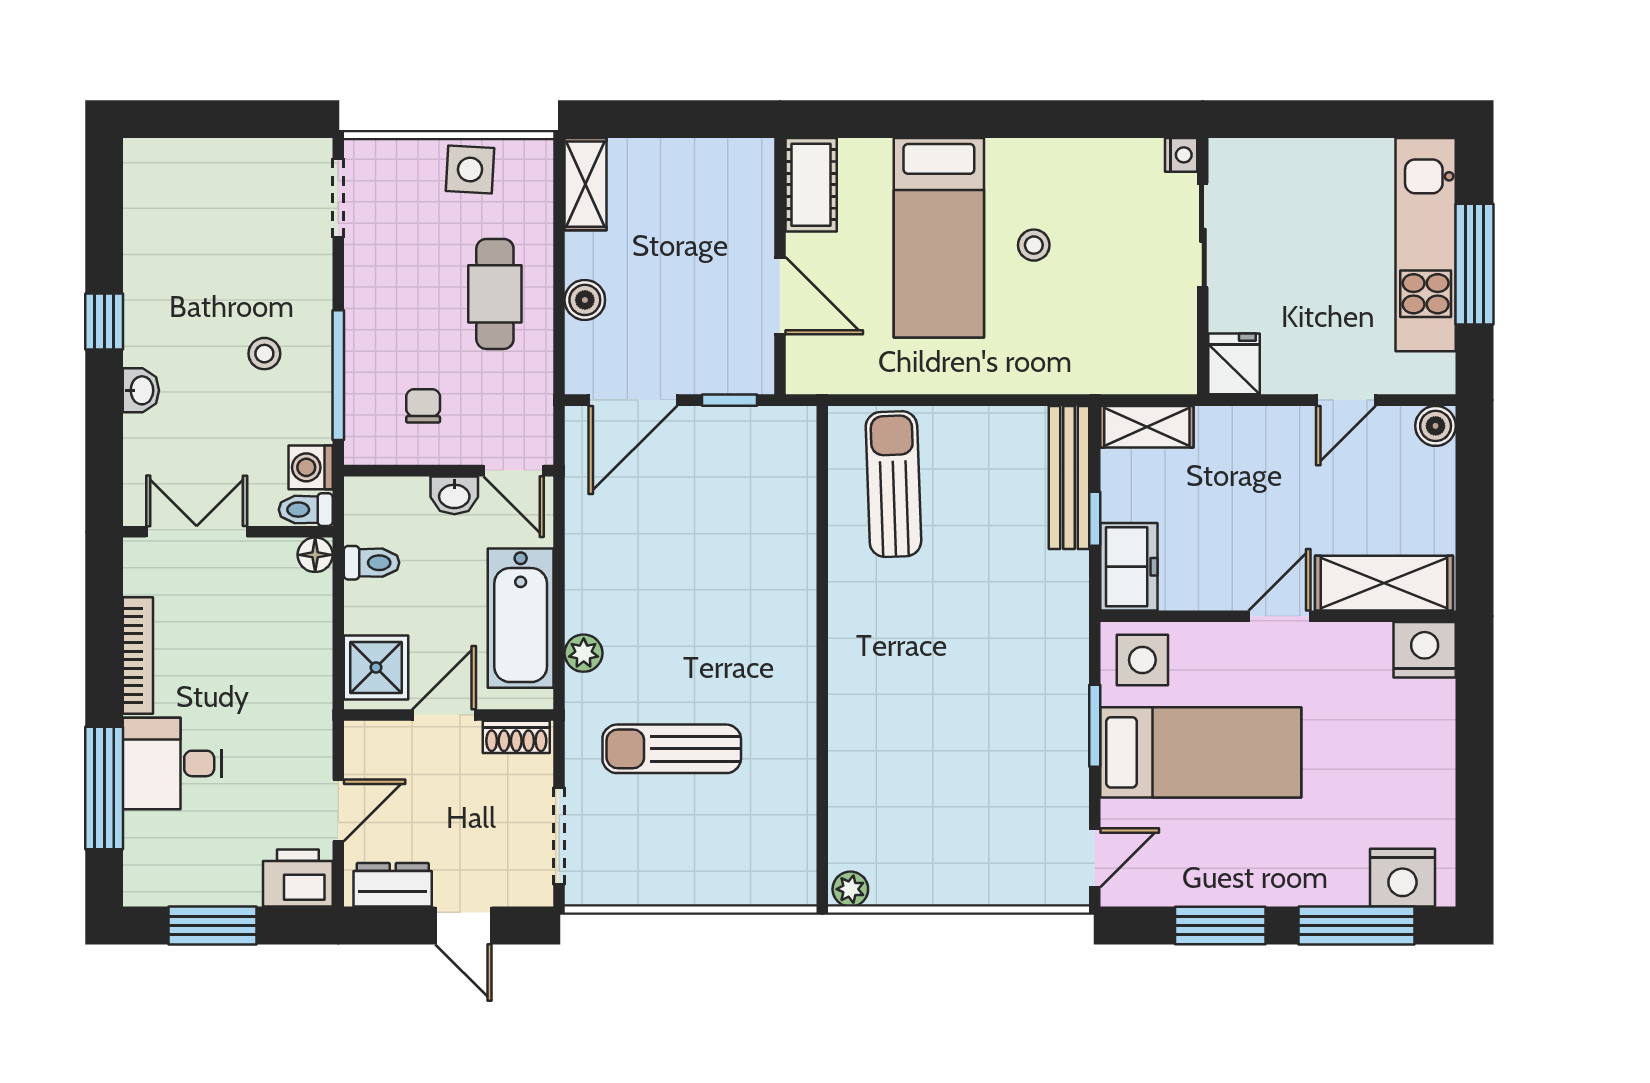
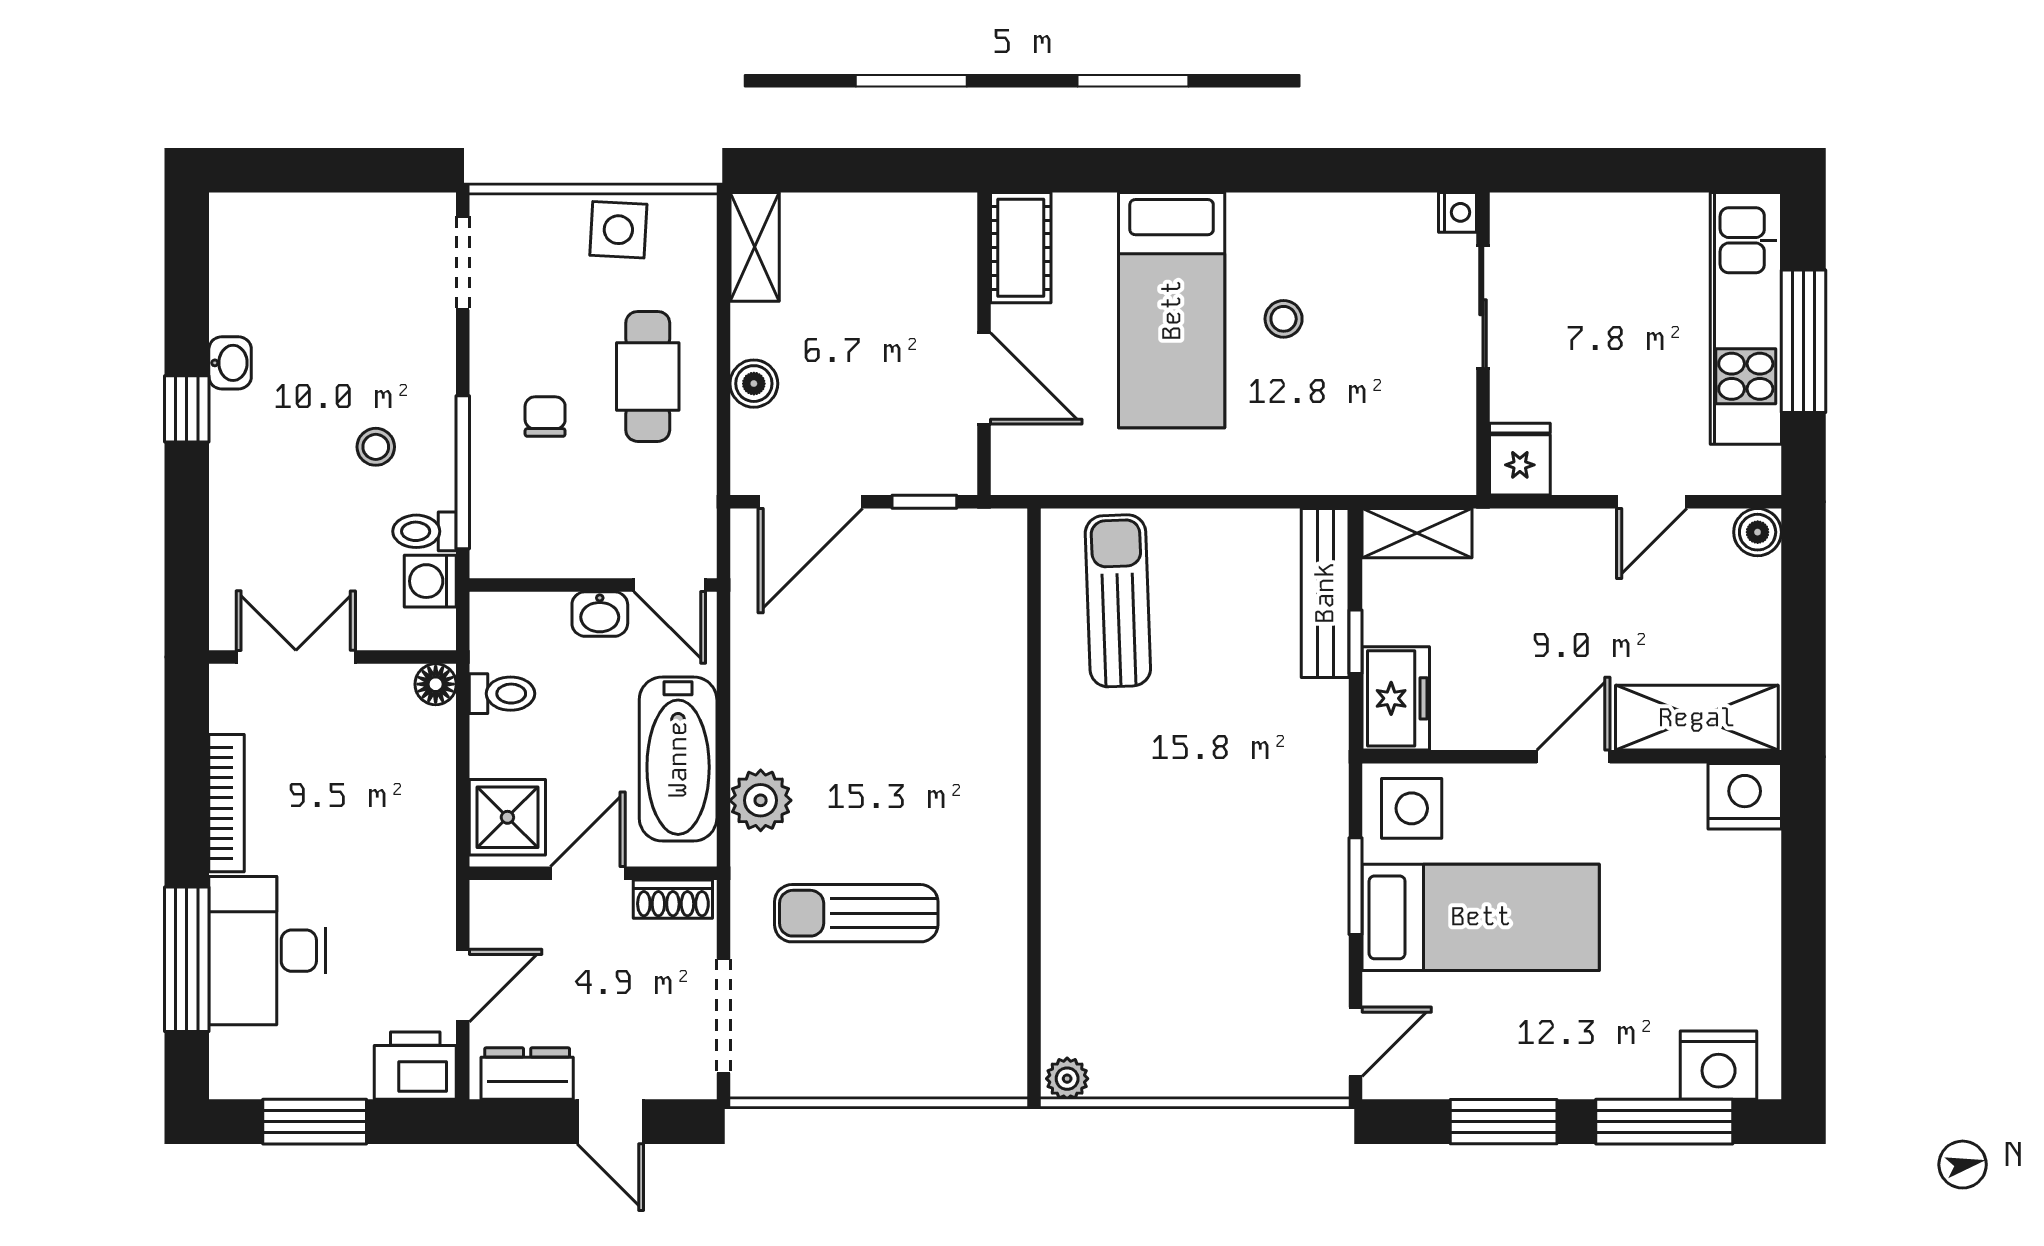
washbasin: (141, 390) -> (230, 363), moved
chair: (423, 406) -> (545, 417), moved
toilet: (306, 510) -> (425, 531), moved
plant: (584, 653) -> (761, 800), width x1.38, depth x1.38
desk: (172, 763) -> (267, 951), width x1.37

